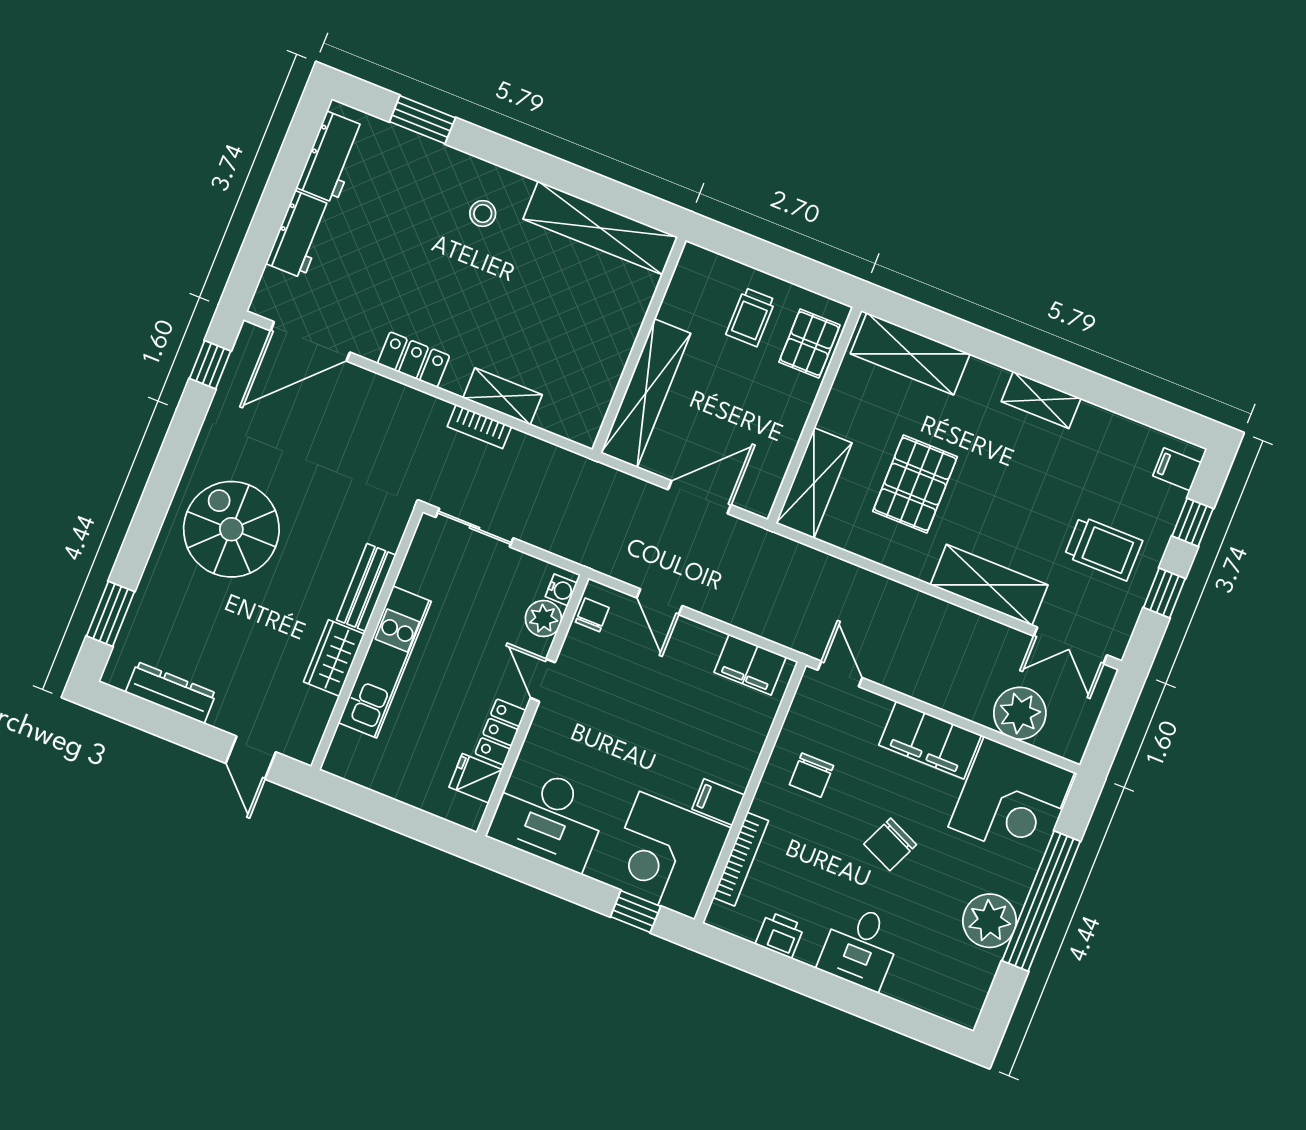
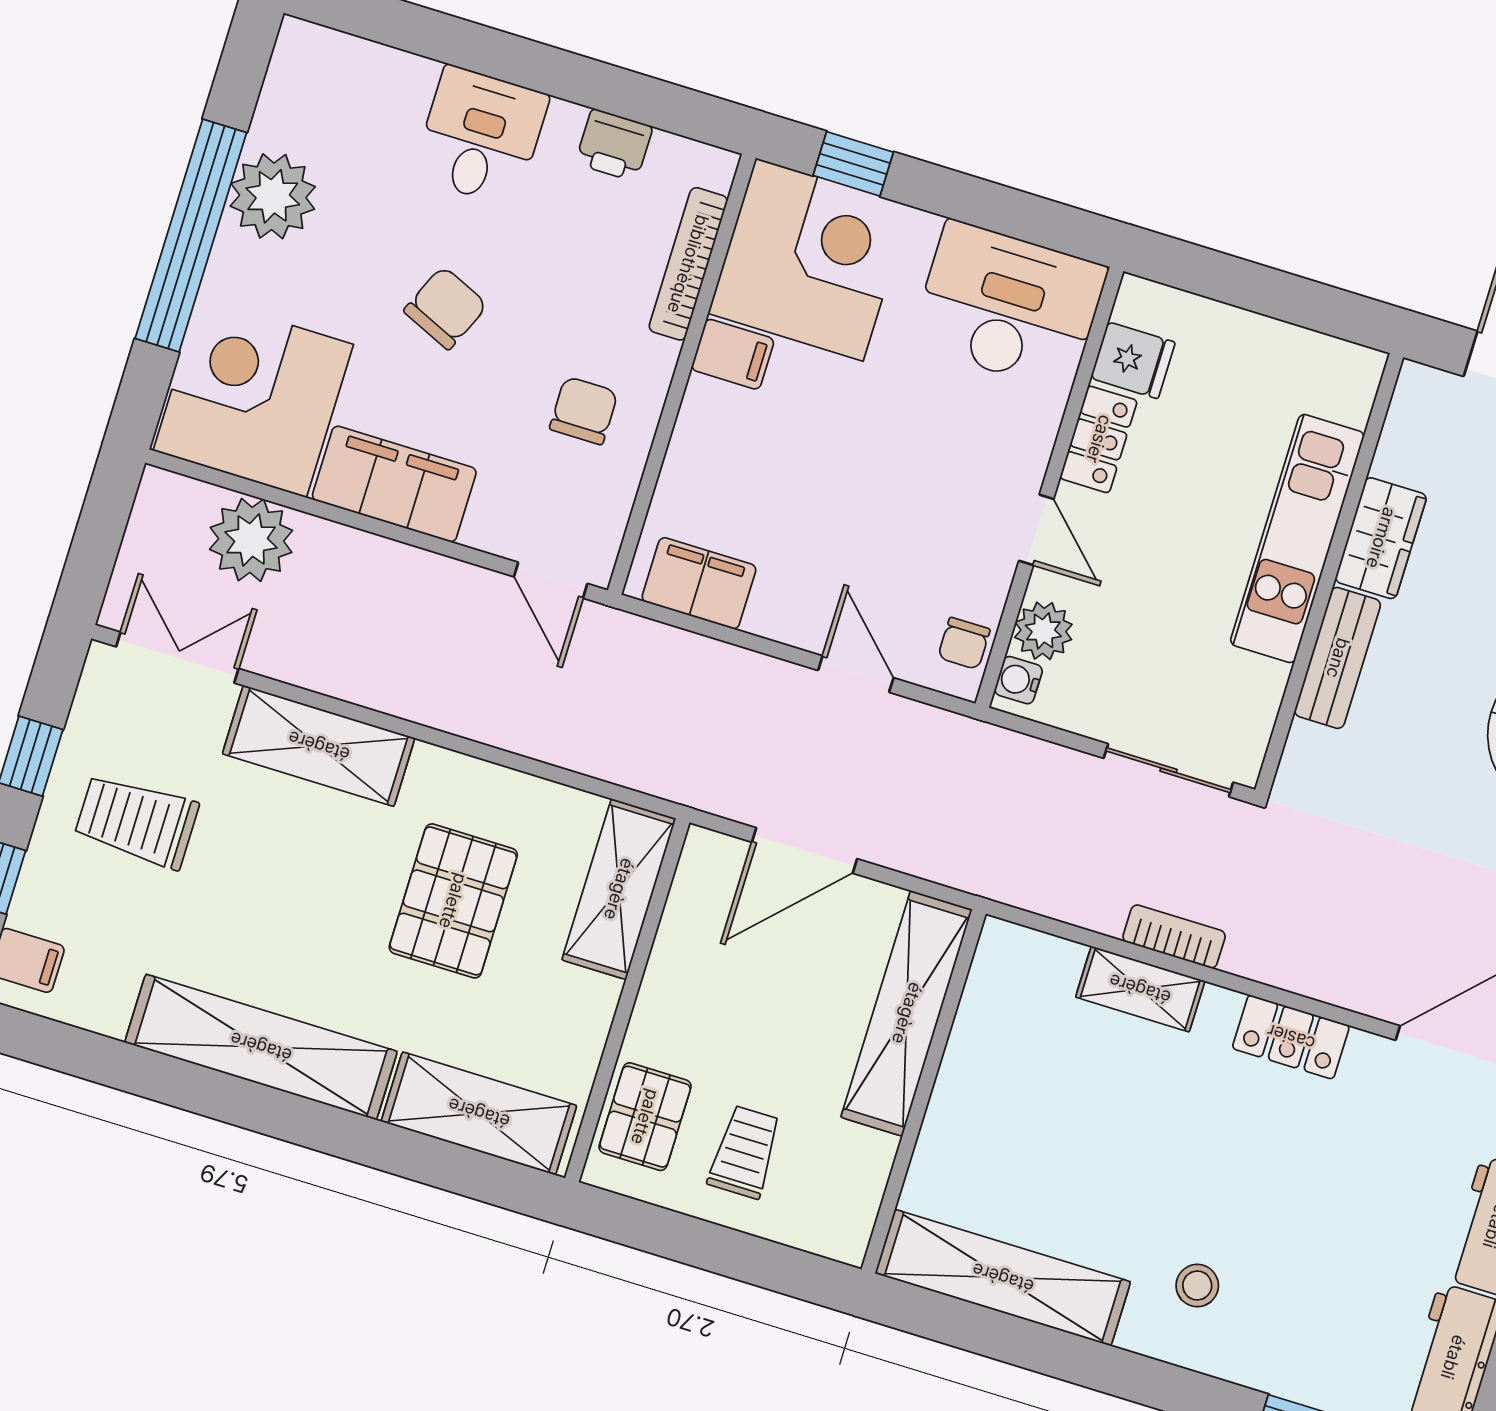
shelving: (1041, 400) -> (261, 1047), width x2.20, depth x1.33

